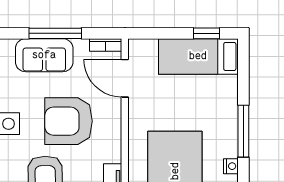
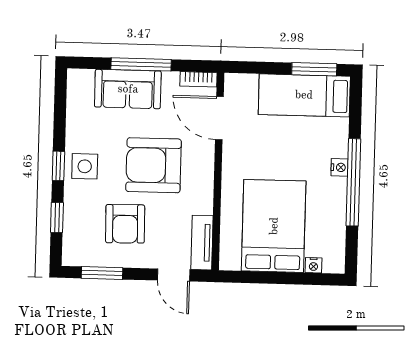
window: (207, 33) -> (314, 69), width x1.50
window: (243, 131) -> (353, 182), width x1.46
nightstand: (231, 166) -> (340, 167), moved

